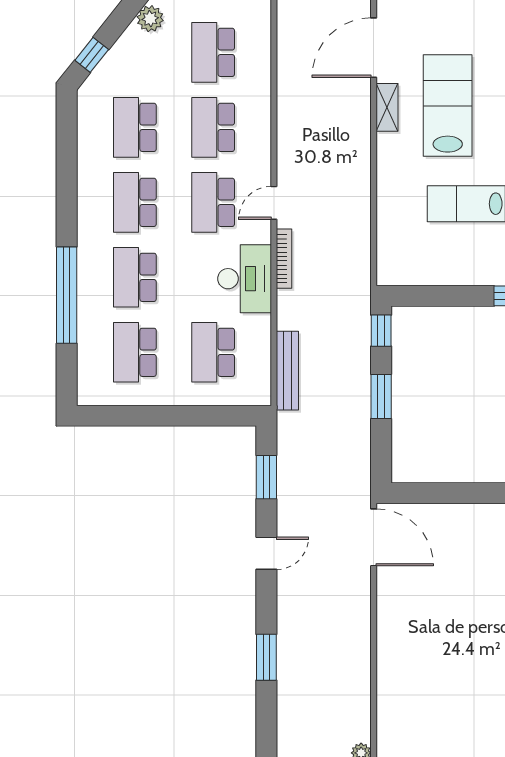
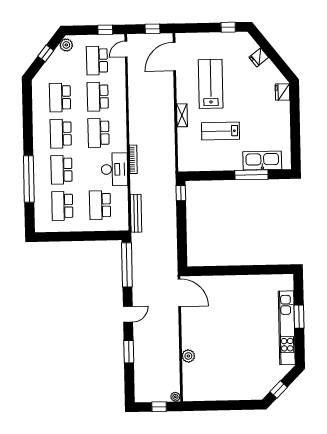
window: (92, 55) -> (46, 53), moved
shelving: (387, 107) -> (182, 115), moved
door: (274, 203) -> (126, 49), moved
window: (381, 397) -> (181, 225), removed
window: (266, 477) -> (127, 265), width x2.11
door: (266, 553) -> (128, 314), moved
plant: (390, 669) -> (188, 356), added

